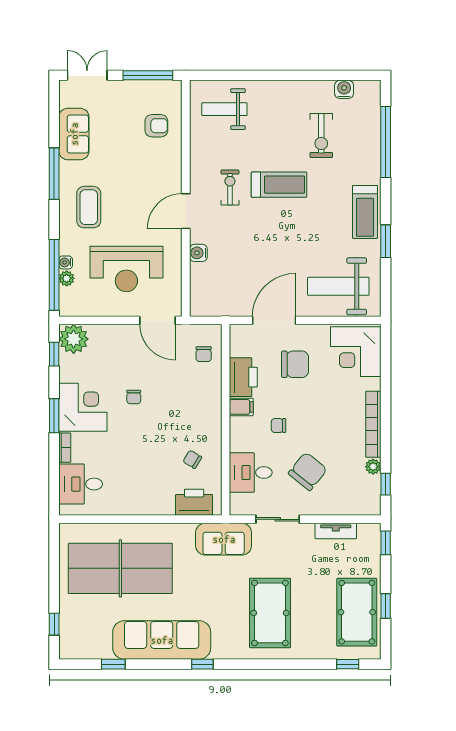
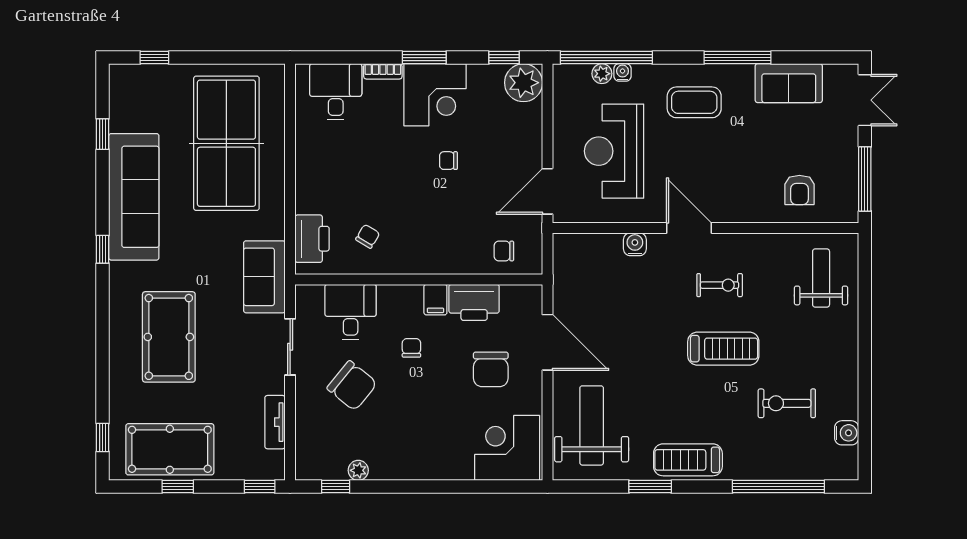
treadmill: (279, 185) -> (723, 349), turned -90
bookcase: (373, 424) -> (413, 471), removed
pool table: (270, 613) -> (169, 337), turned 90

